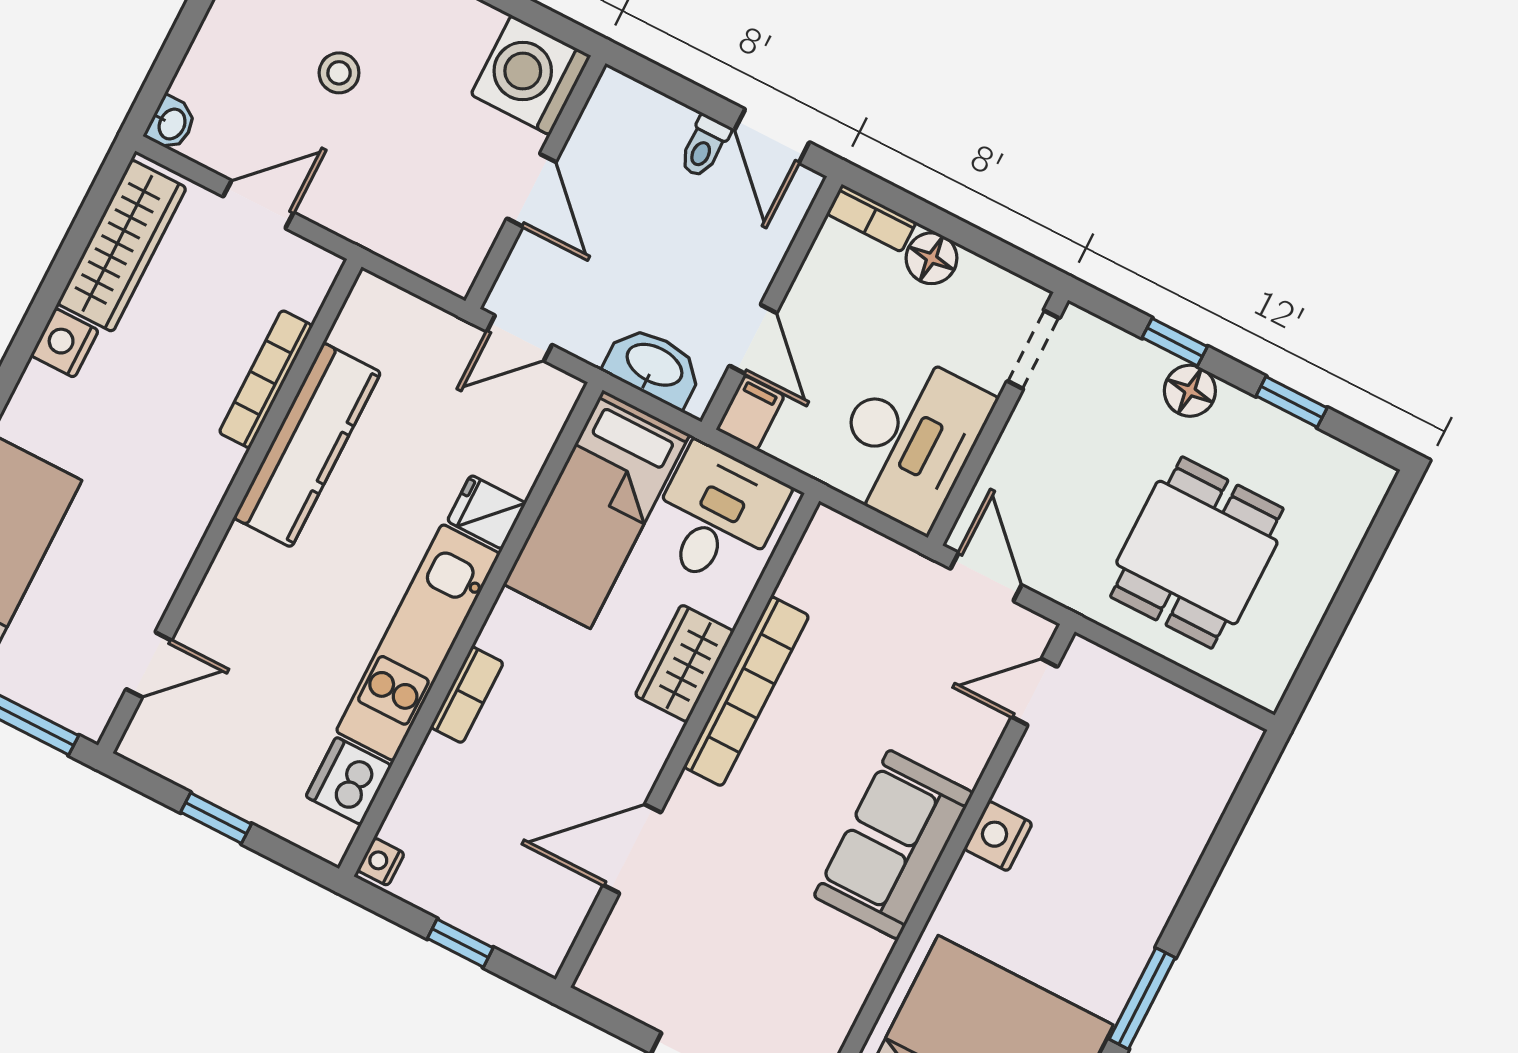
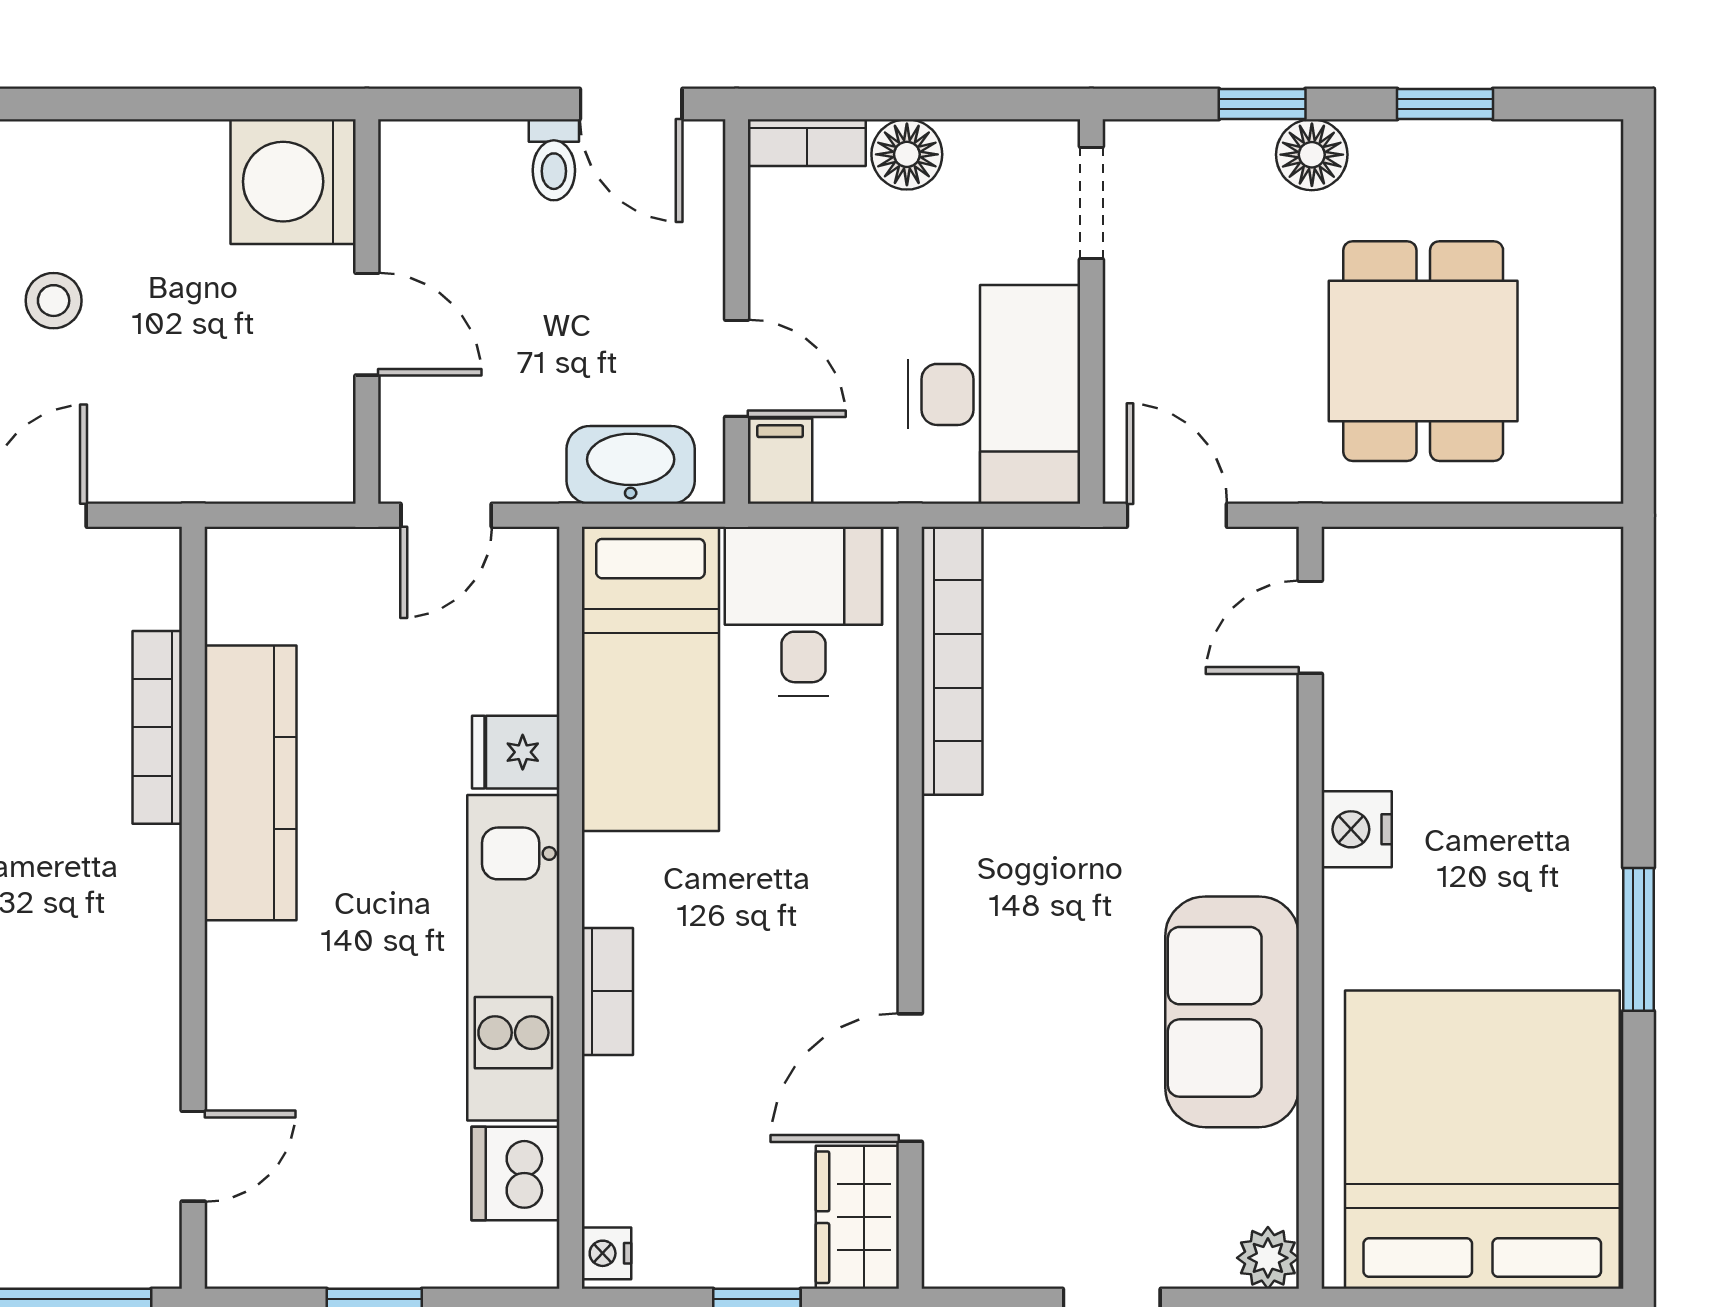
wardrobe: (684, 663) -> (857, 1217), moved
bookcase: (746, 691) -> (952, 661), moved
sofa: (893, 845) -> (1232, 1012), moved

